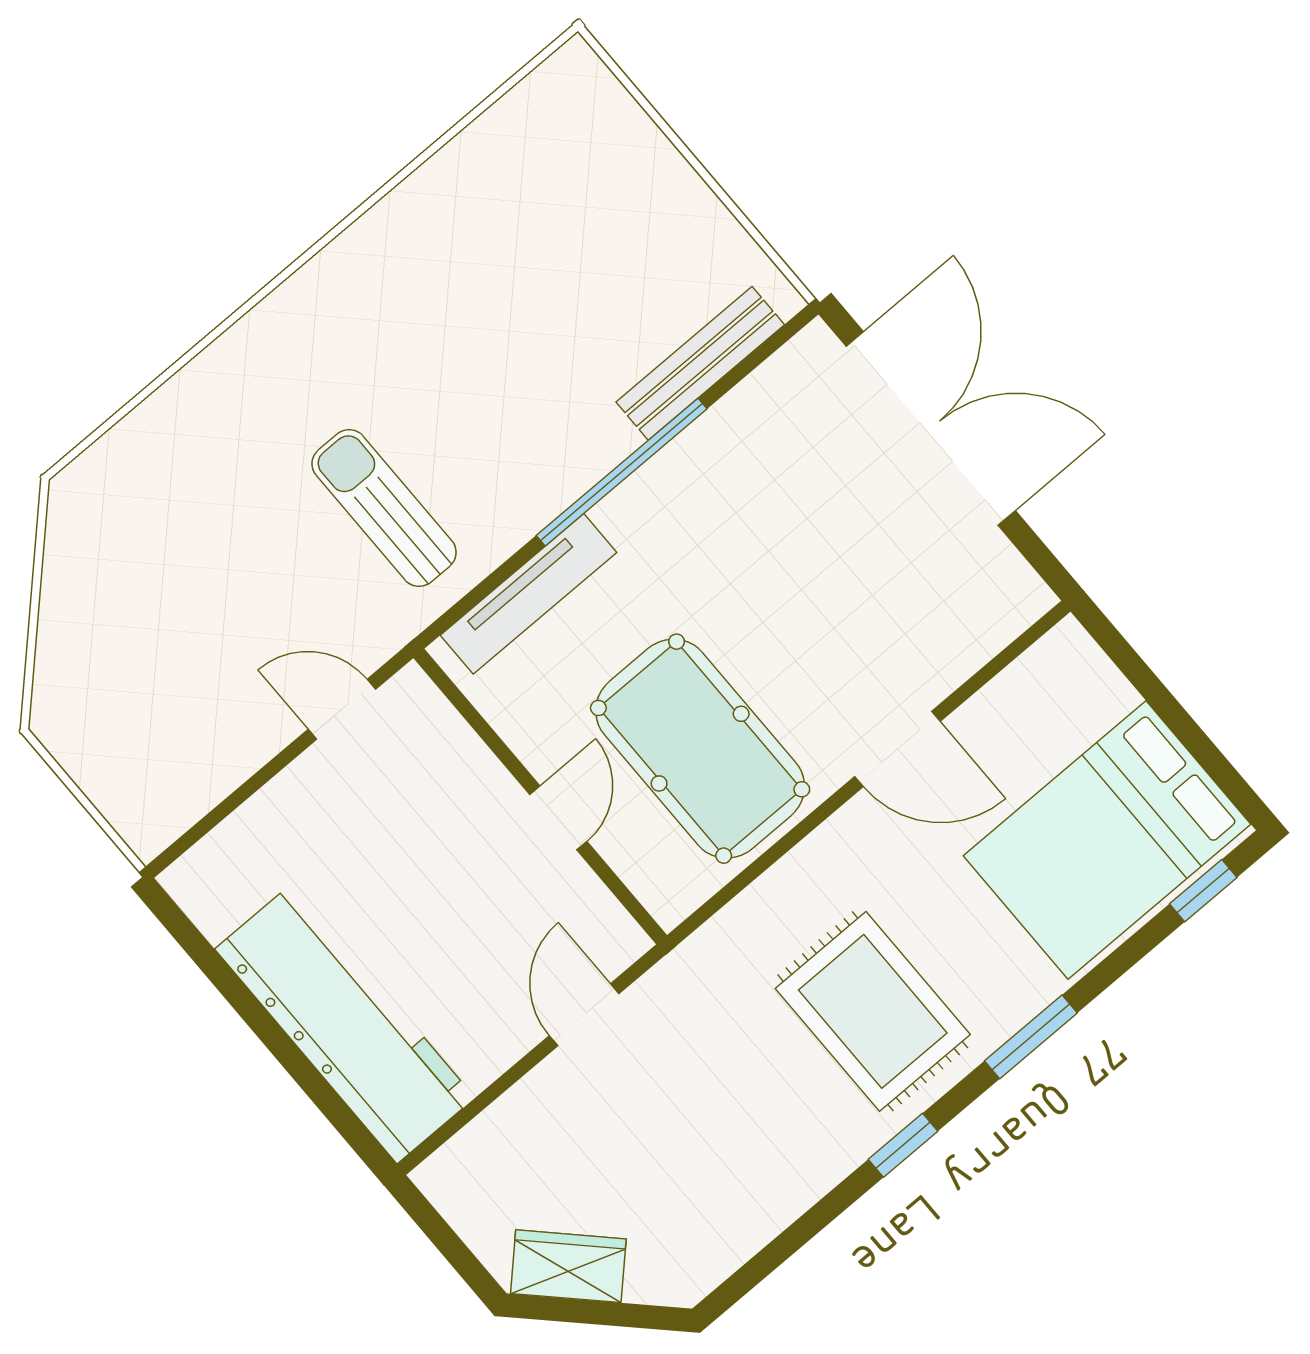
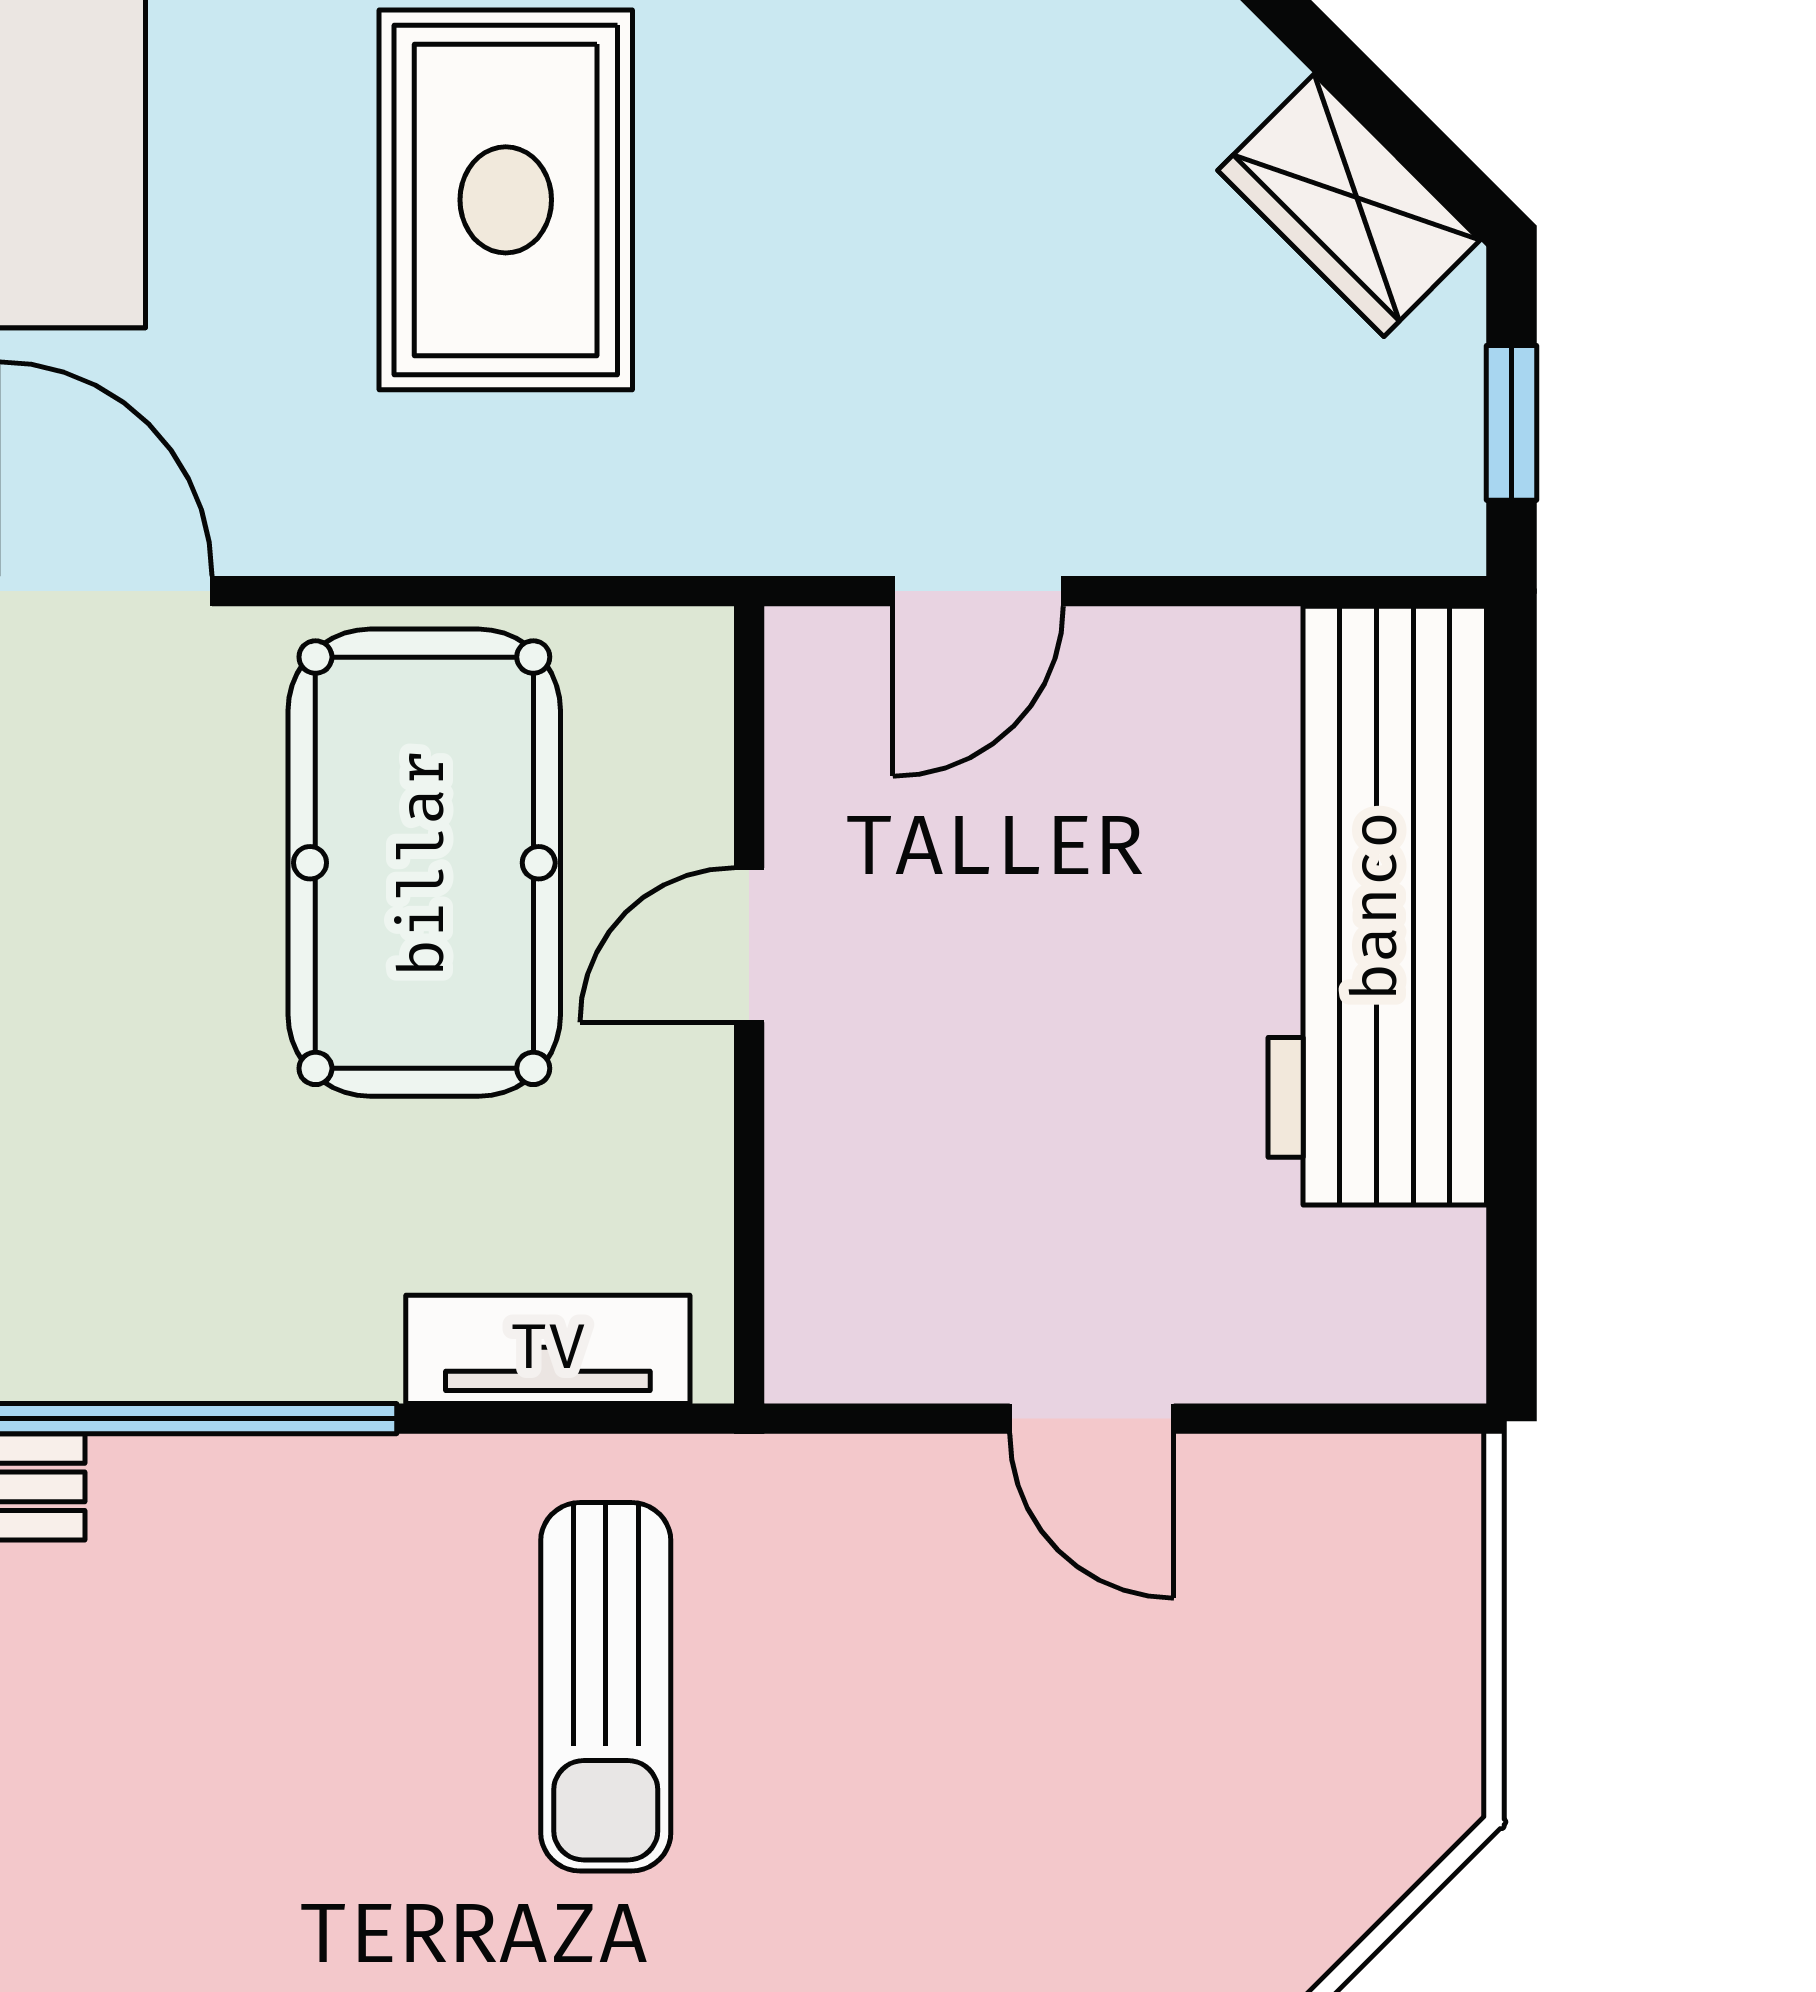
tv unit: (528, 594) -> (548, 1349), width x0.71
door: (342, 709) -> (1092, 1419), moved
window: (444, 1238) -> (1512, 423), added

